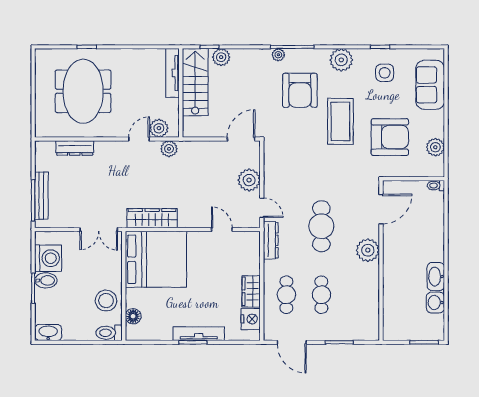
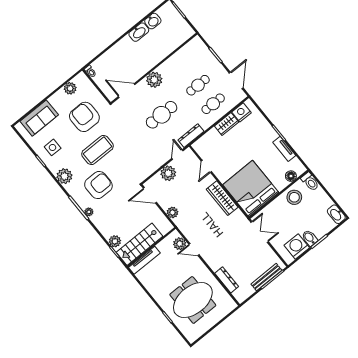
plant: (169, 149) -> (172, 212), moved
wardrobe: (152, 218) -> (222, 198), moved
tv unit: (199, 334) -> (284, 149), moved, width x0.71

